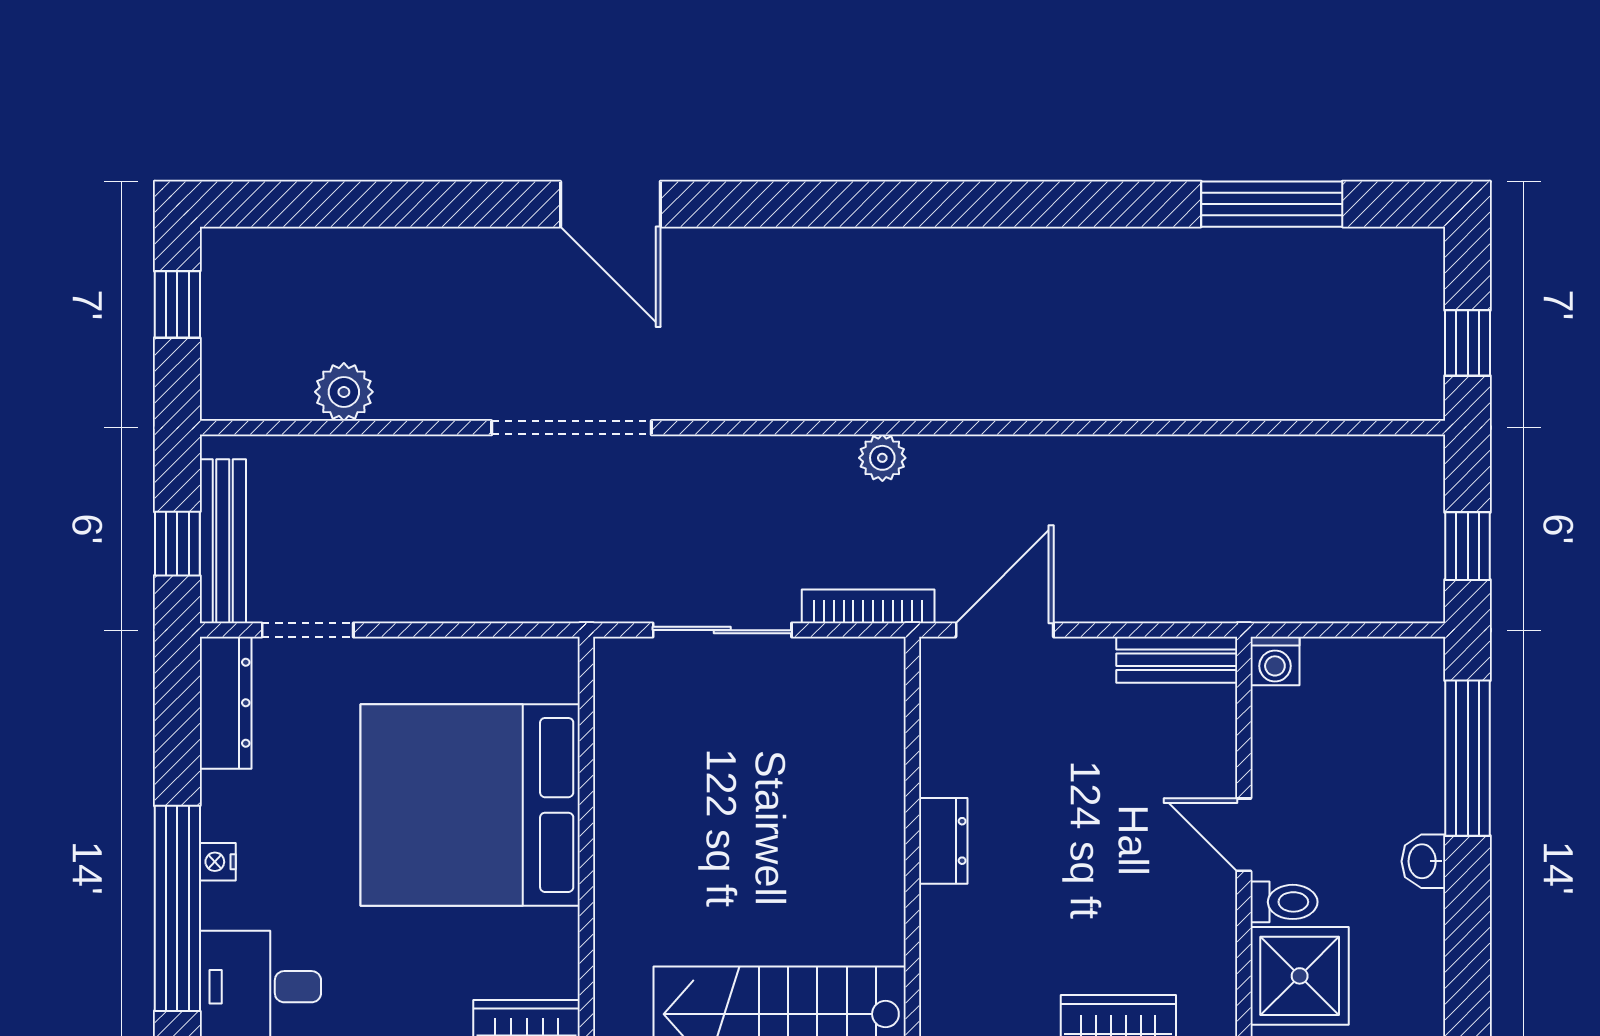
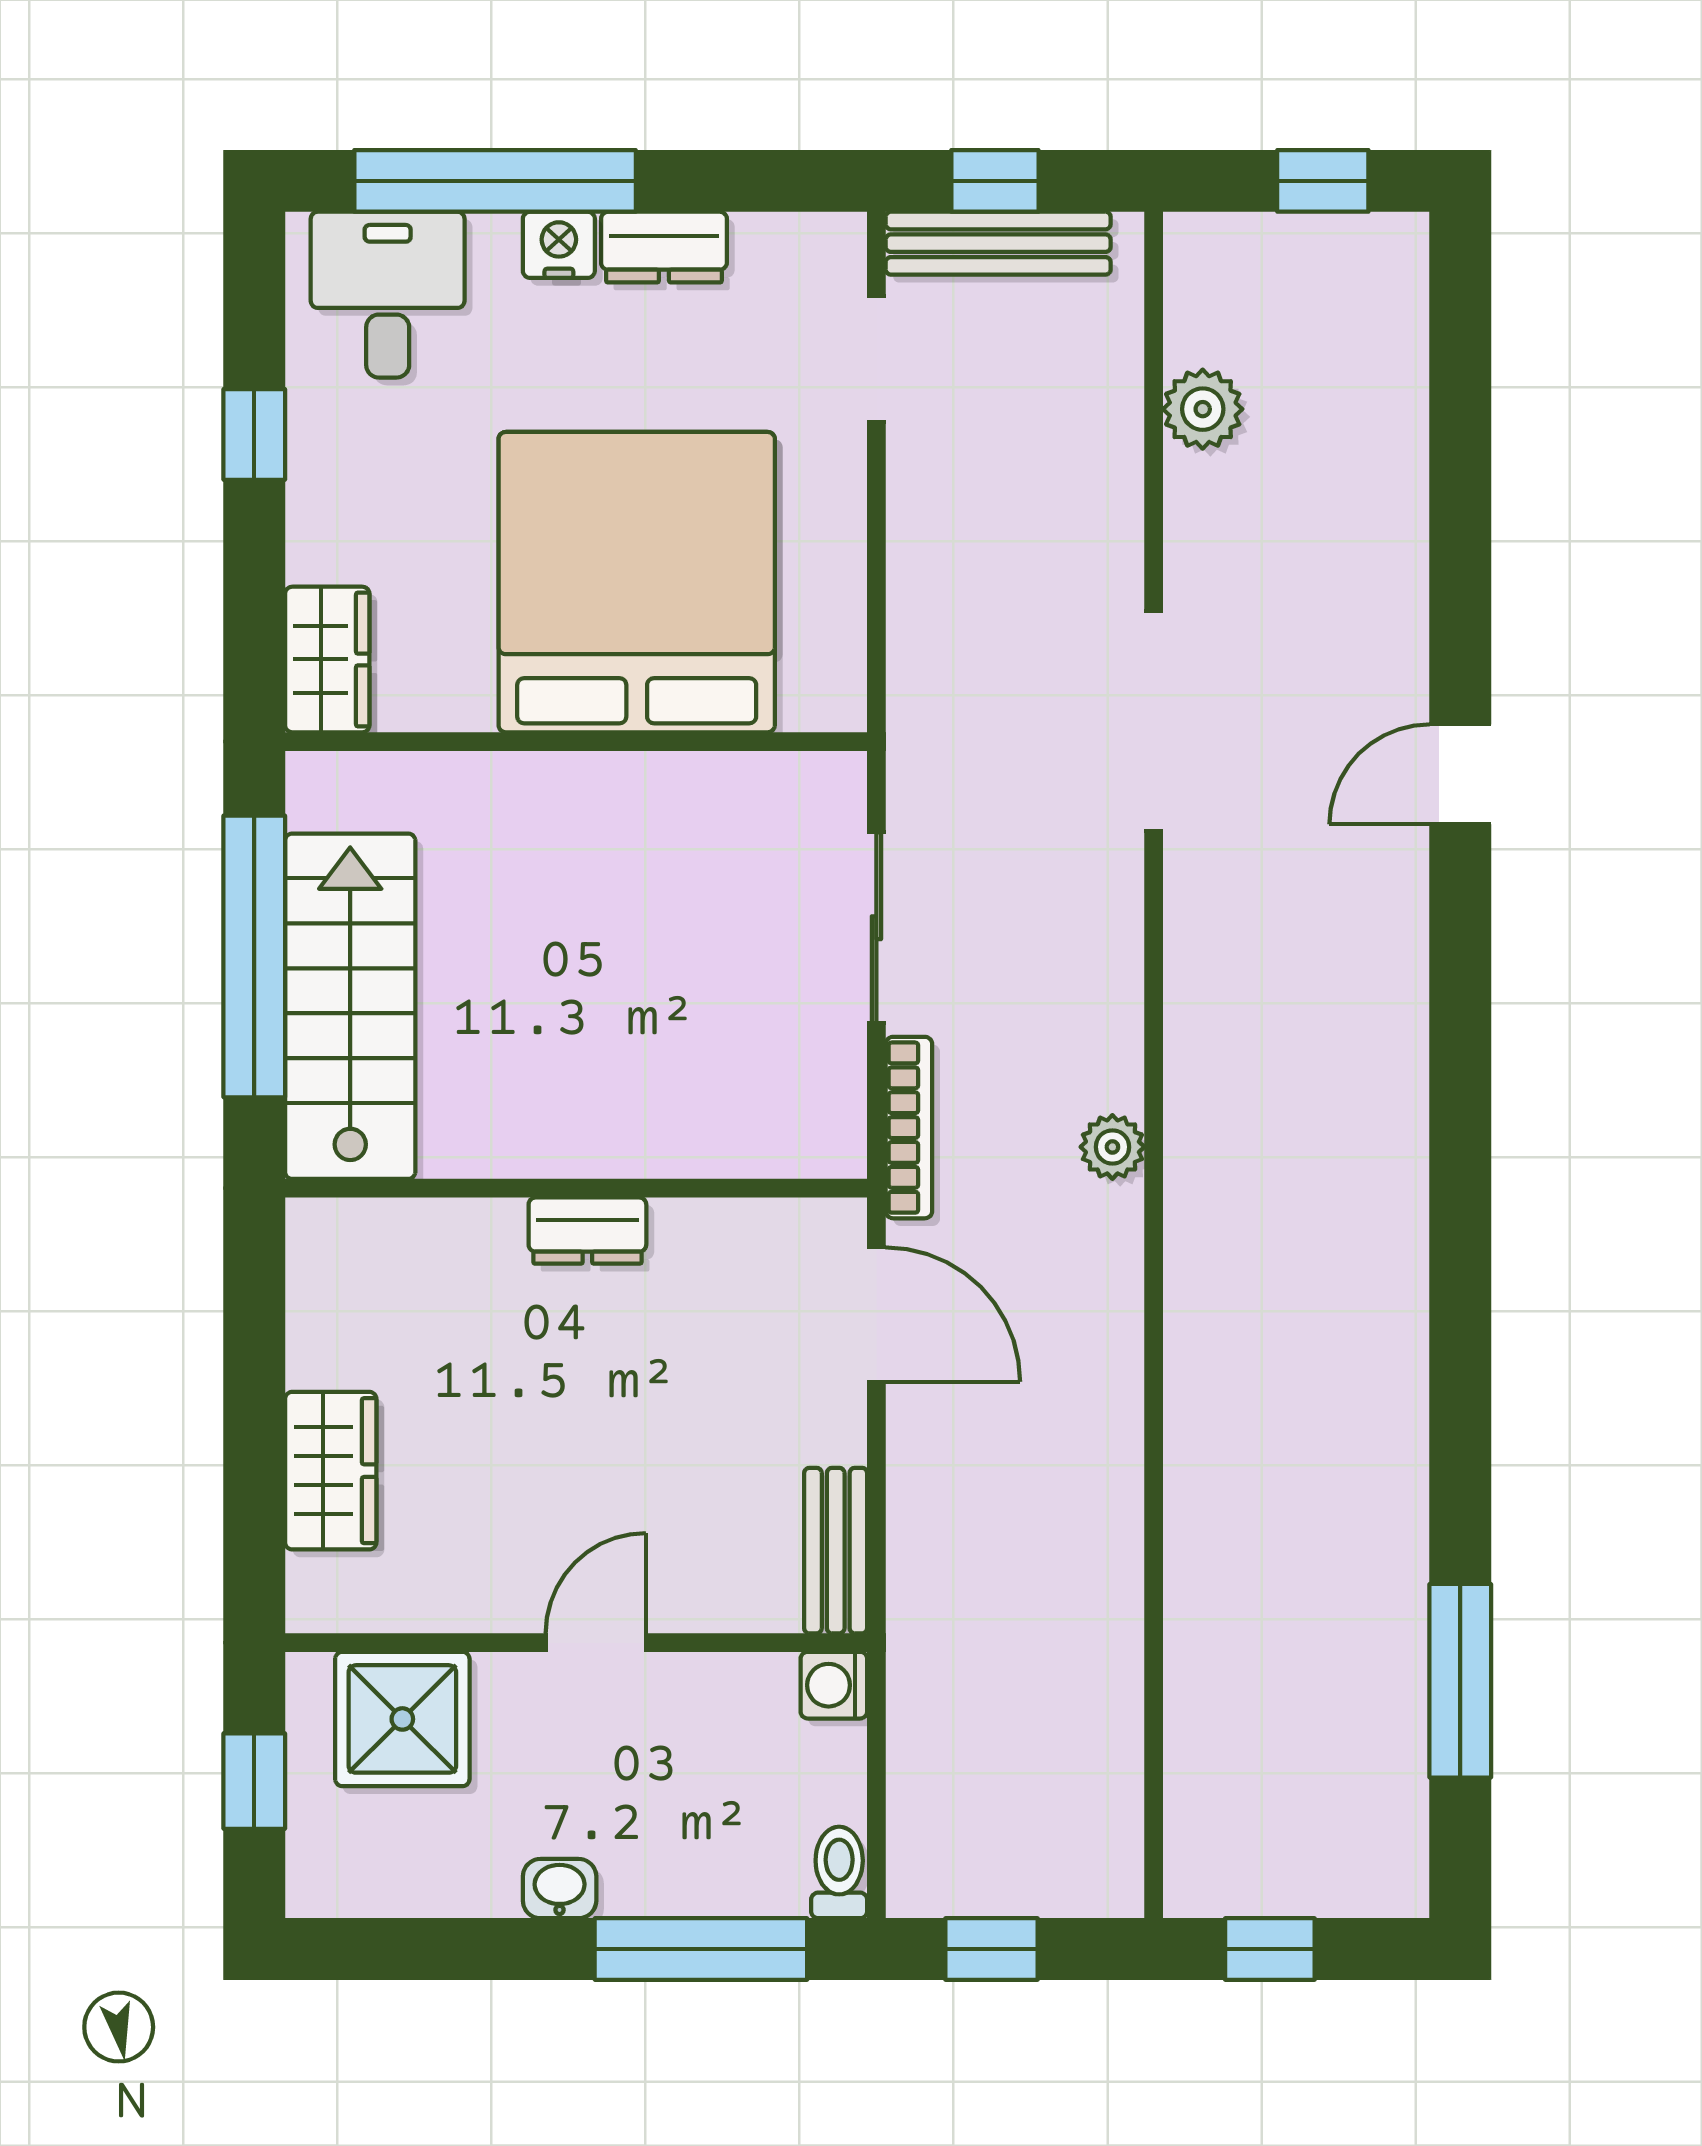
door: (610, 204) -> (1460, 774), width x0.73
dresser: (226, 703) -> (664, 247), moved, width x0.70
nightstand: (218, 862) -> (559, 245), width x1.39, depth x1.35
toilet: (1284, 902) -> (839, 1872), moved, turned 180

